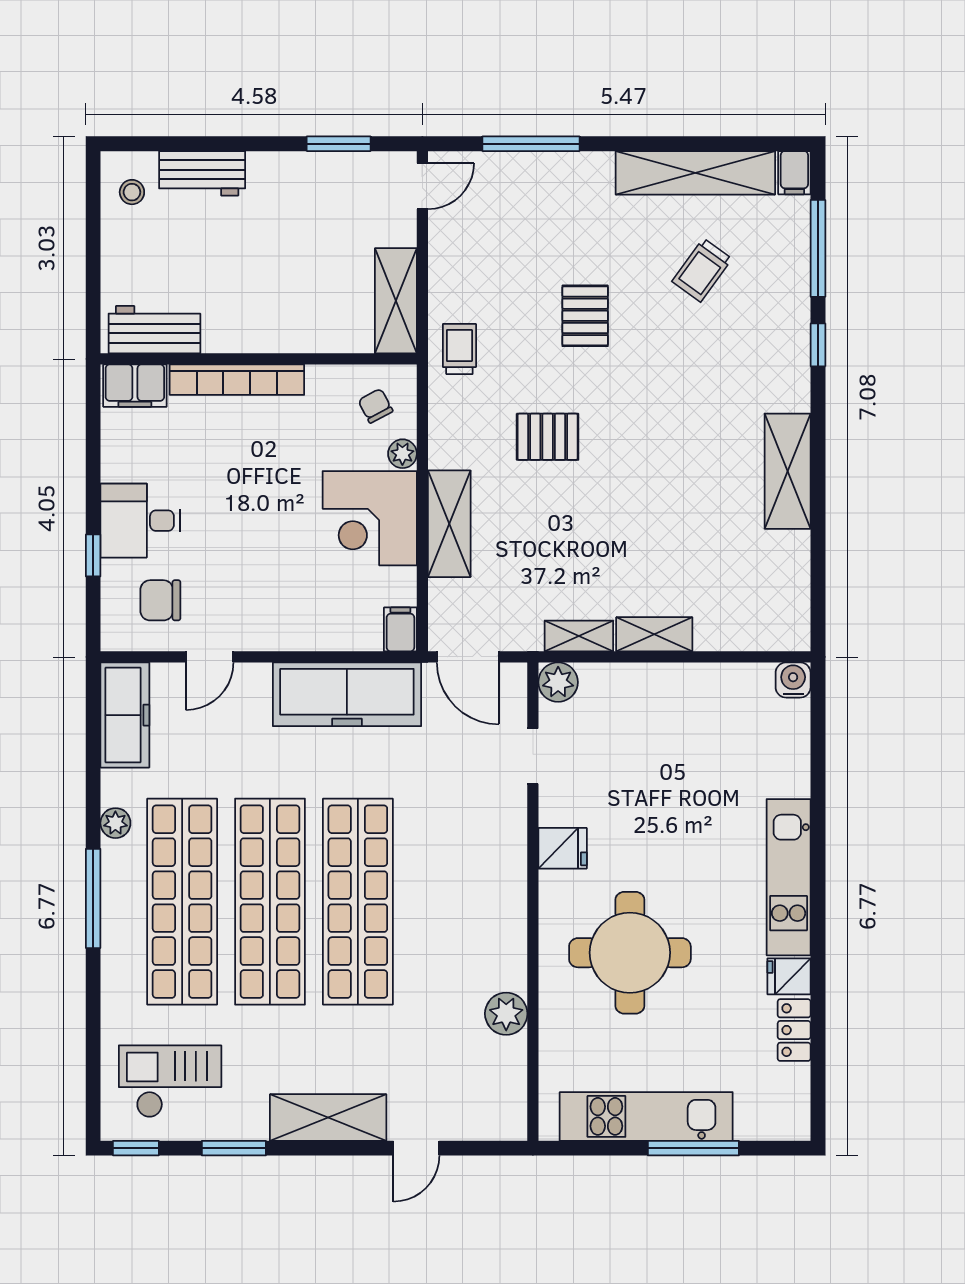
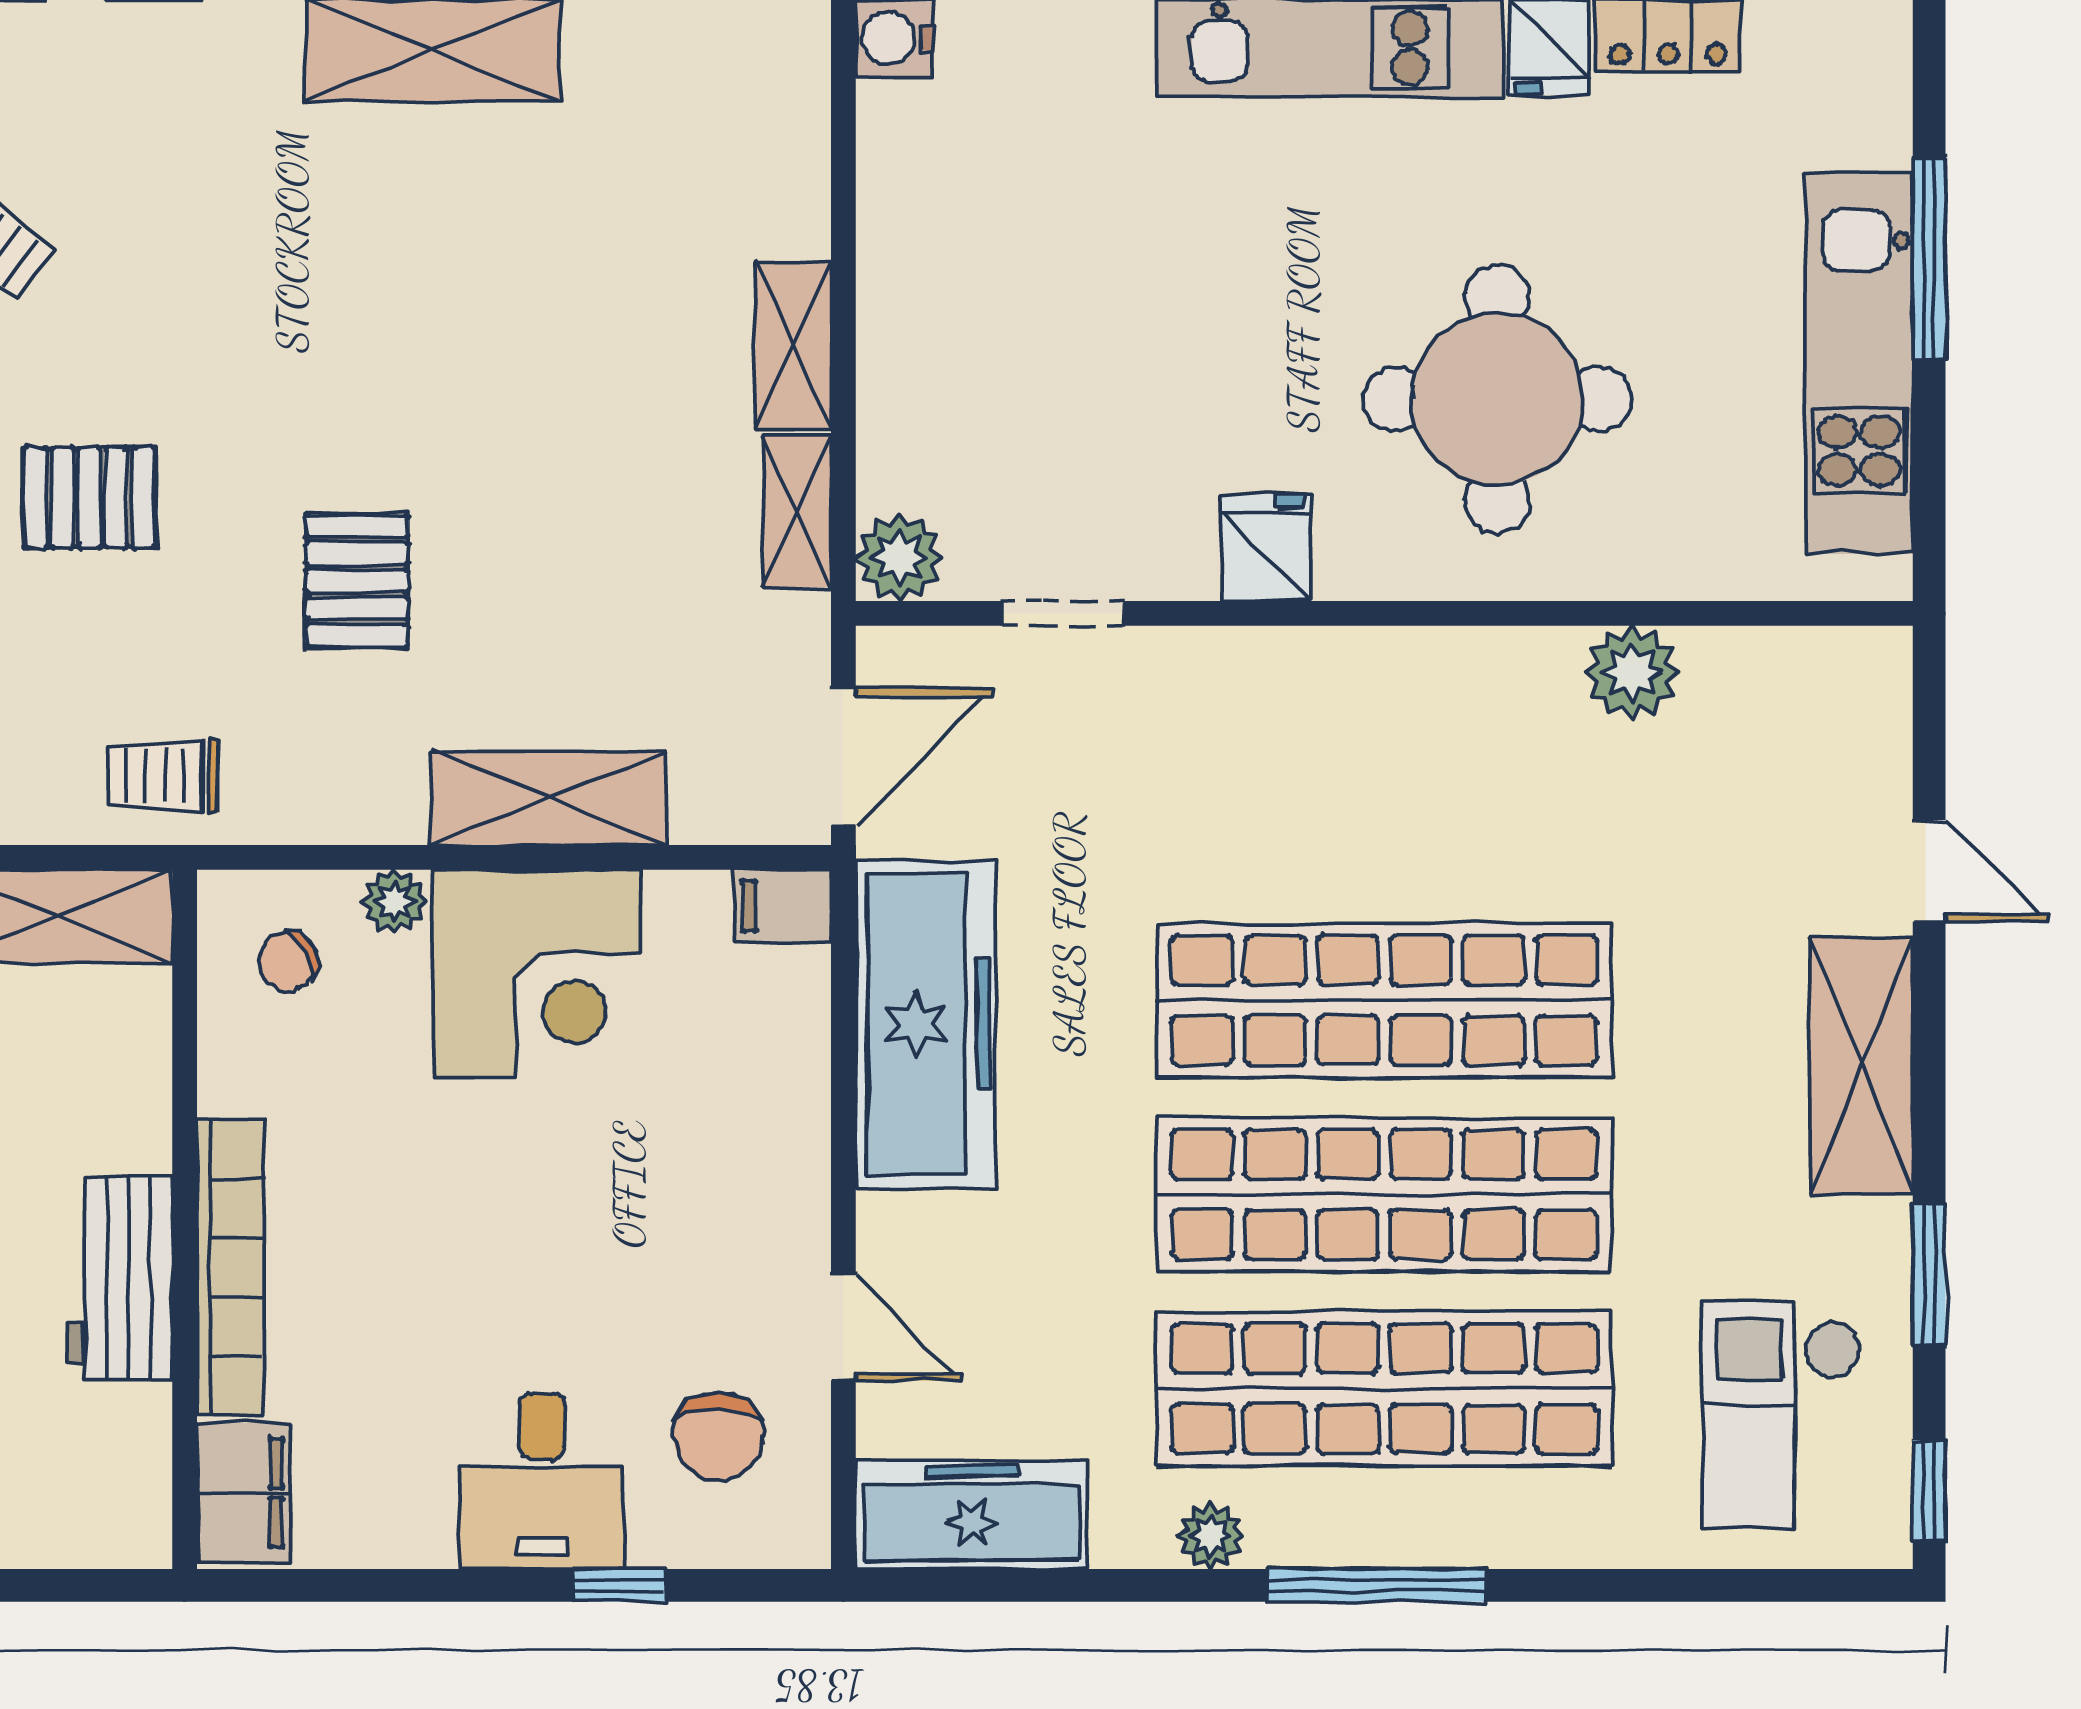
workbench: (154, 330) -> (120, 1278), moved

